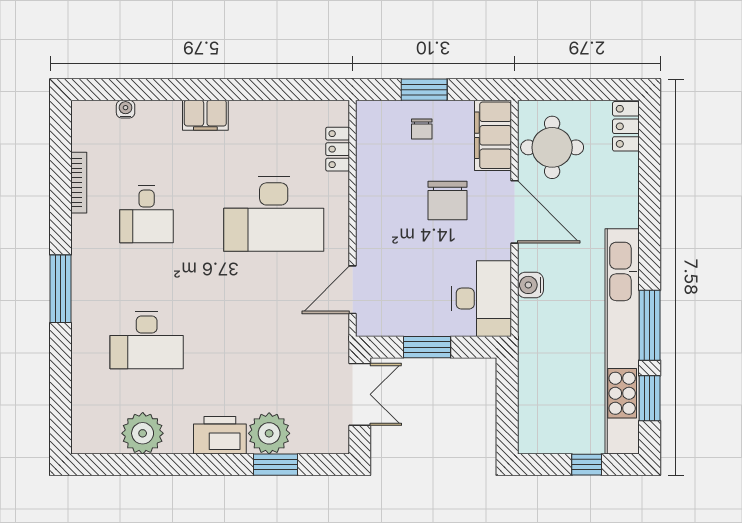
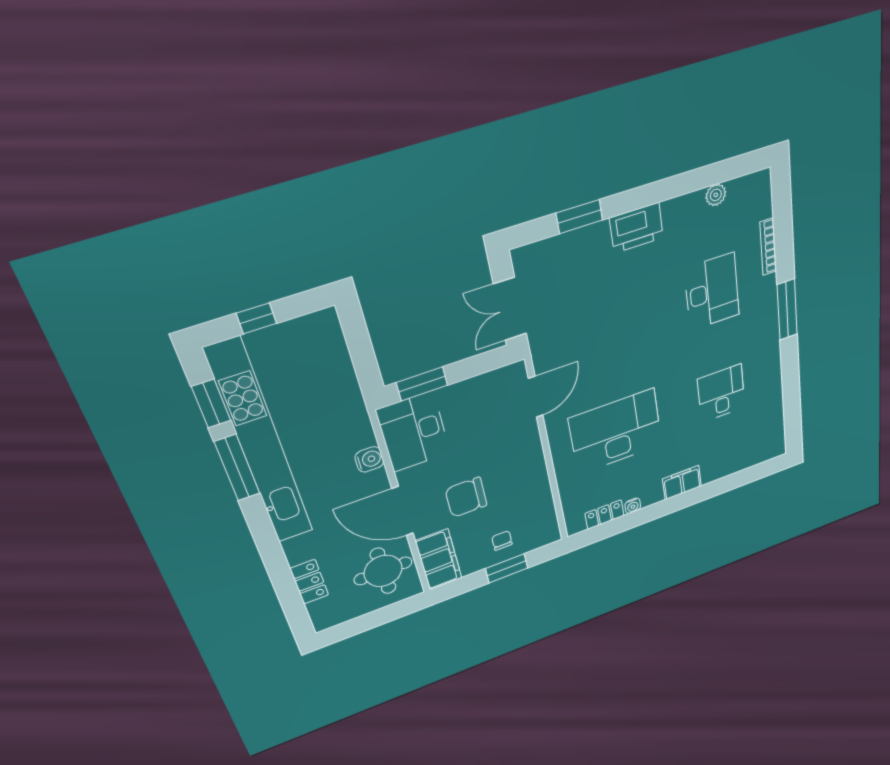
water cooler: (126, 109) -> (633, 506), moved
locker: (626, 126) -> (309, 582), moved
locker: (338, 149) -> (605, 515), moved, turned -90
bookcase: (79, 183) -> (768, 247), moved
chair: (447, 201) -> (466, 497), turned -90
desk: (147, 340) -> (712, 292), turned 90
window: (427, 347) -> (422, 384), moved
plant: (143, 433) -> (716, 195), width x0.53, depth x0.53
plant: (269, 433) -> (590, 245), removed

